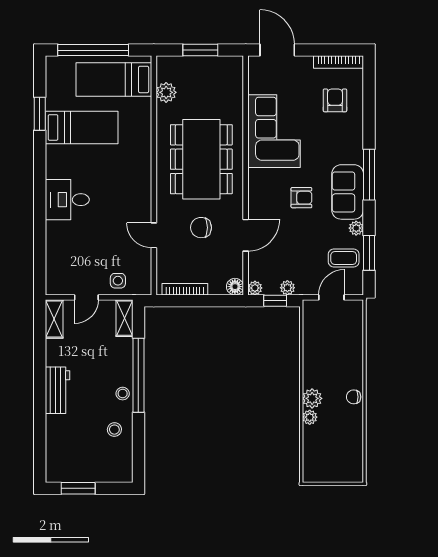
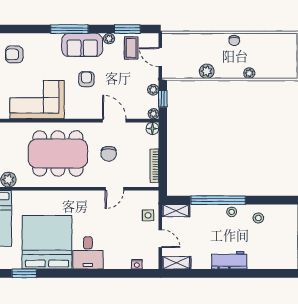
bed: (82, 127) -> (47, 242), width x2.04
nightstand: (52, 266) -> (137, 264), added
plant: (312, 398) -> (207, 71), moved

